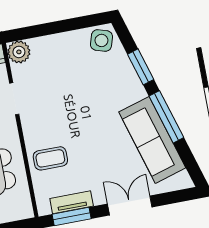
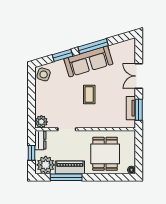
sofa: (152, 140) -> (88, 61), moved
coffee table: (50, 158) -> (89, 94), moved

